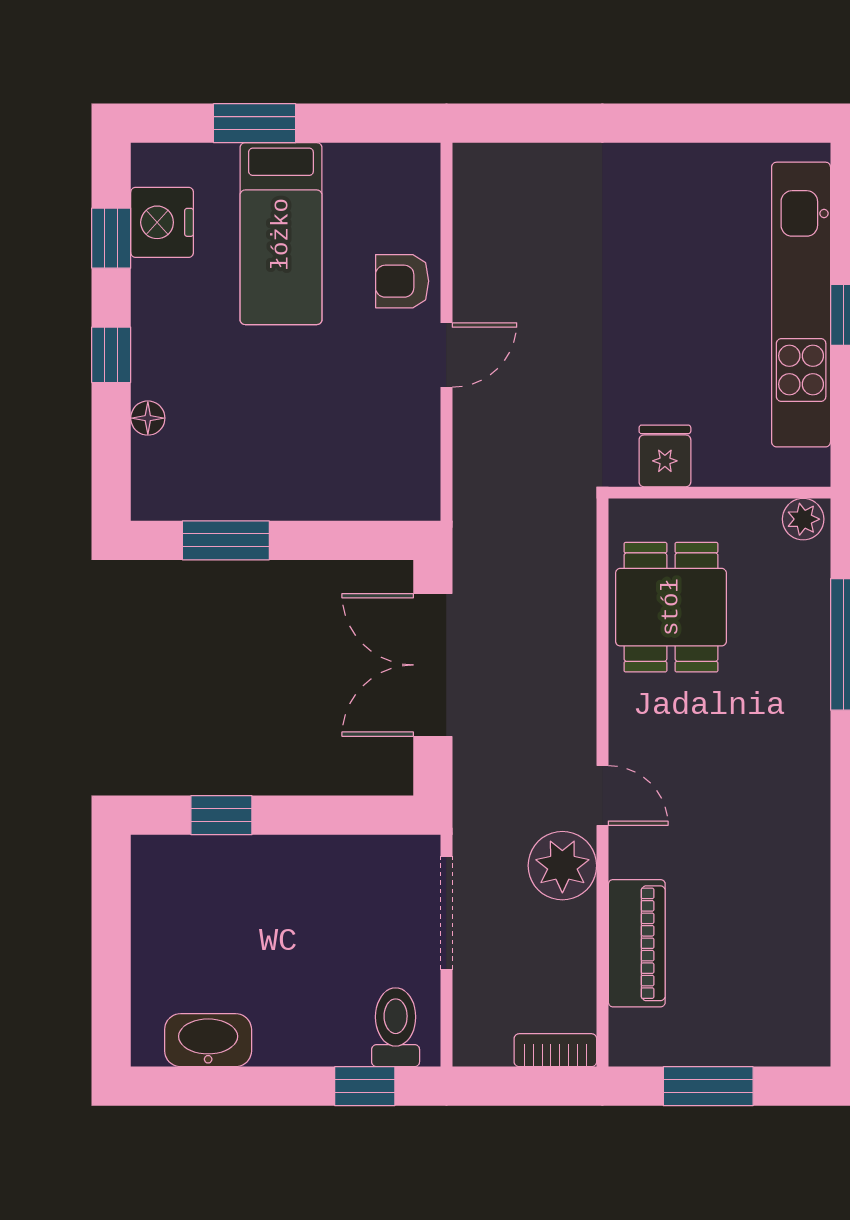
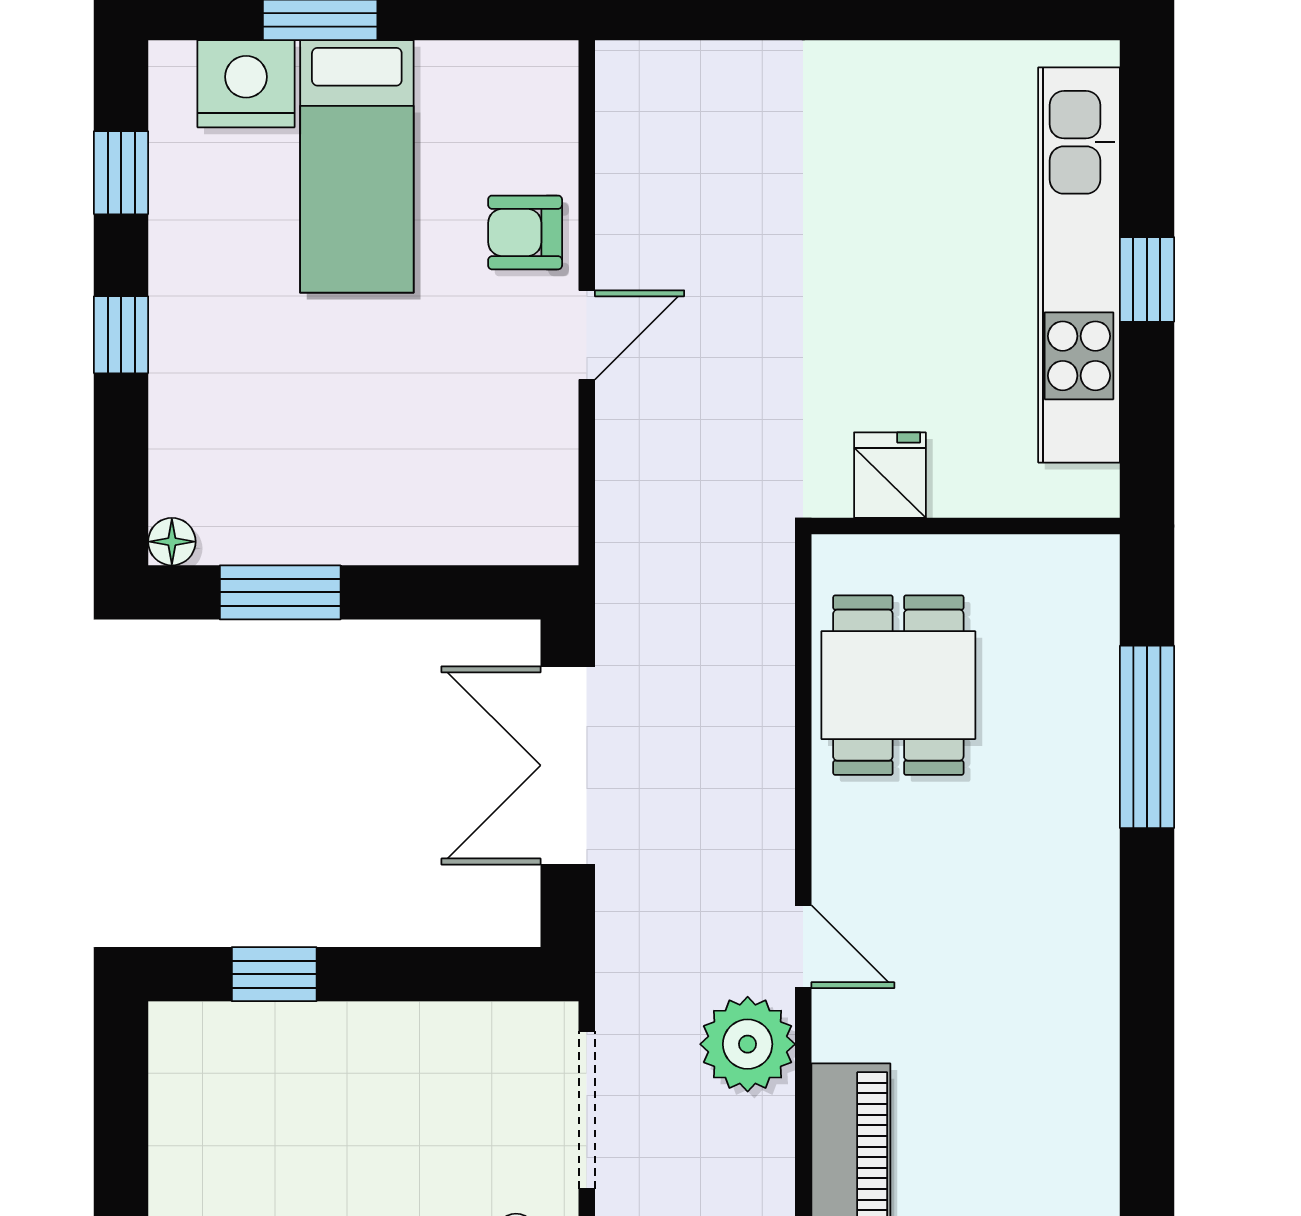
nightstand: (162, 222) -> (246, 84), moved, turned 90
floor lamp: (148, 418) -> (172, 542), moved
plant: (803, 519) -> (1082, 563), removed

